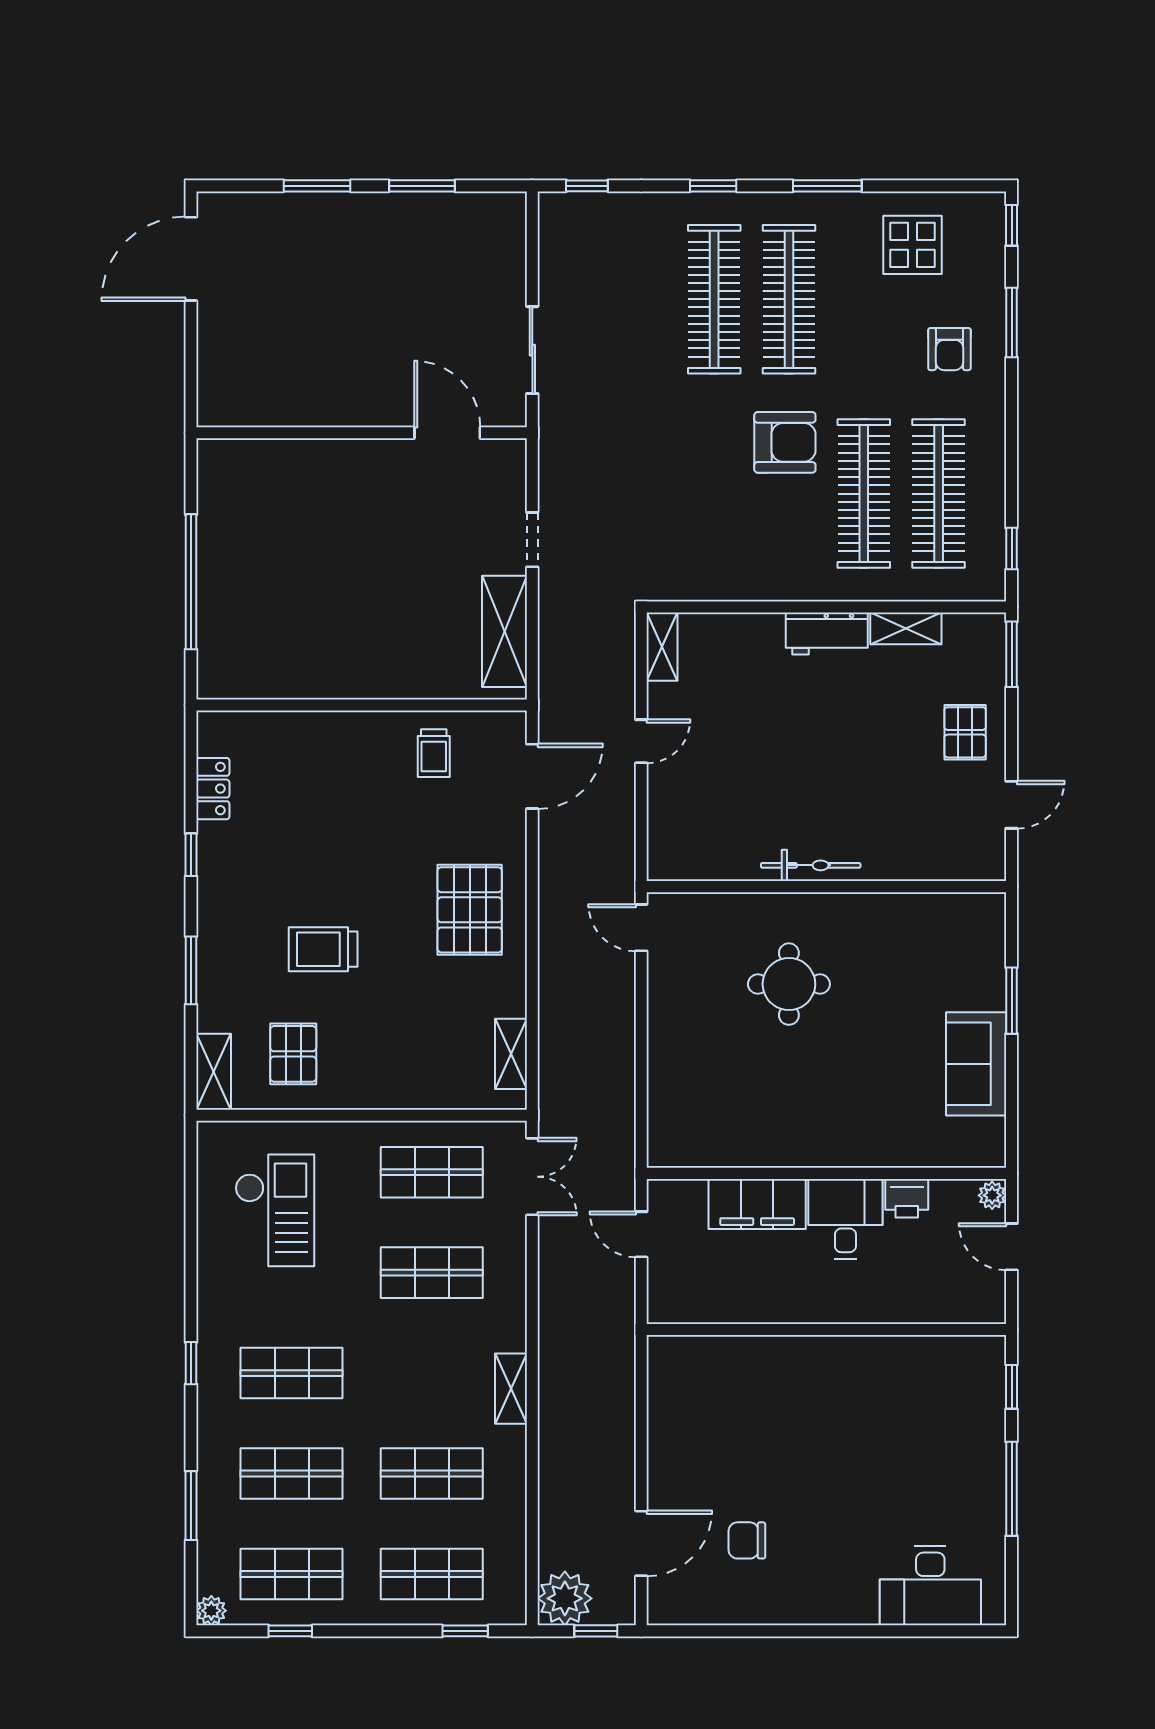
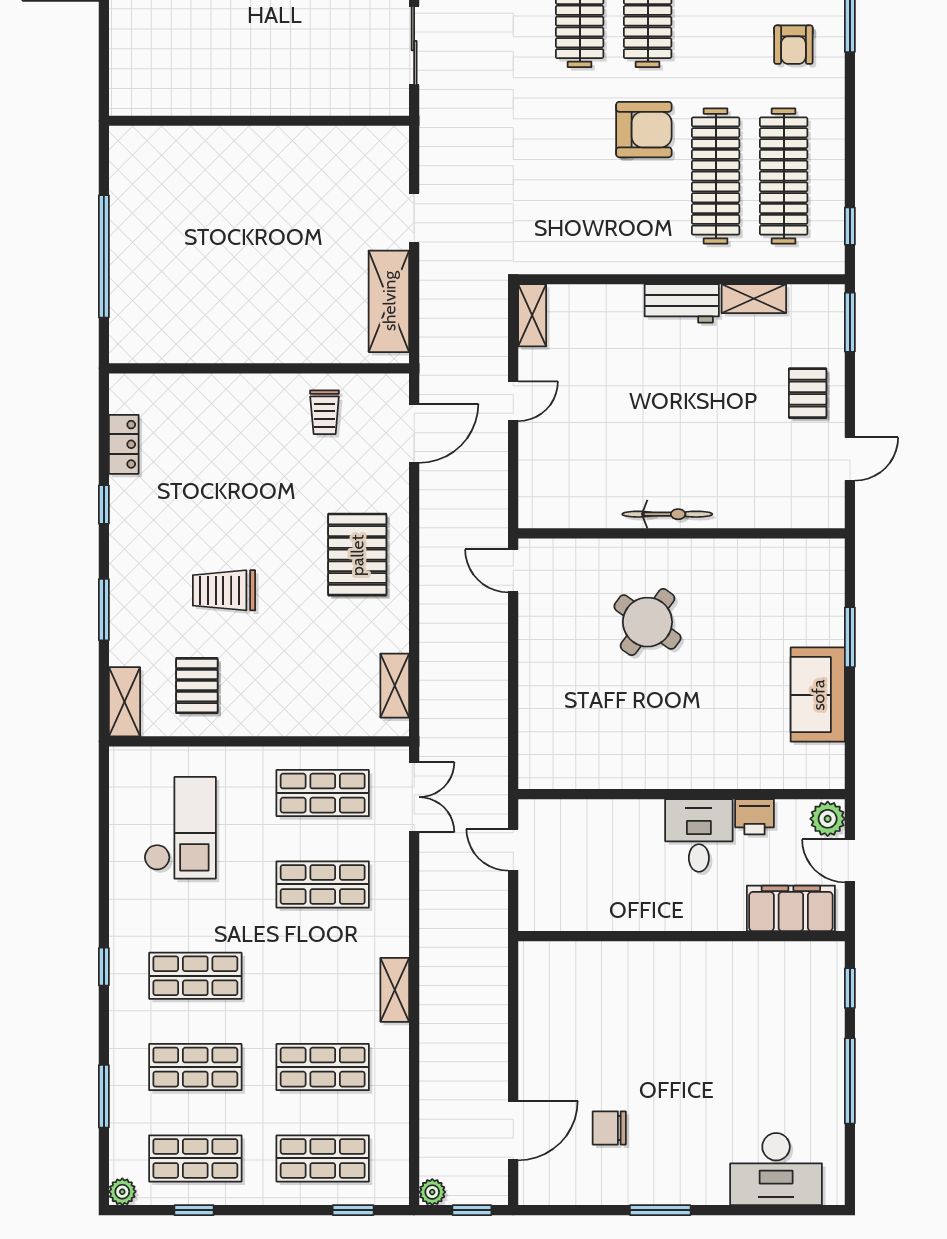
door: (447, 433) -> (337, 121), removed
round table: (789, 984) -> (647, 622), turned 36
plant: (992, 1195) -> (828, 819), width x1.38, depth x1.38
filing cabinet: (757, 1204) -> (791, 908), moved, turned 180
plant: (565, 1598) -> (432, 1192), width x0.53, depth x0.53
window: (803, 1631) -> (660, 1210), added

